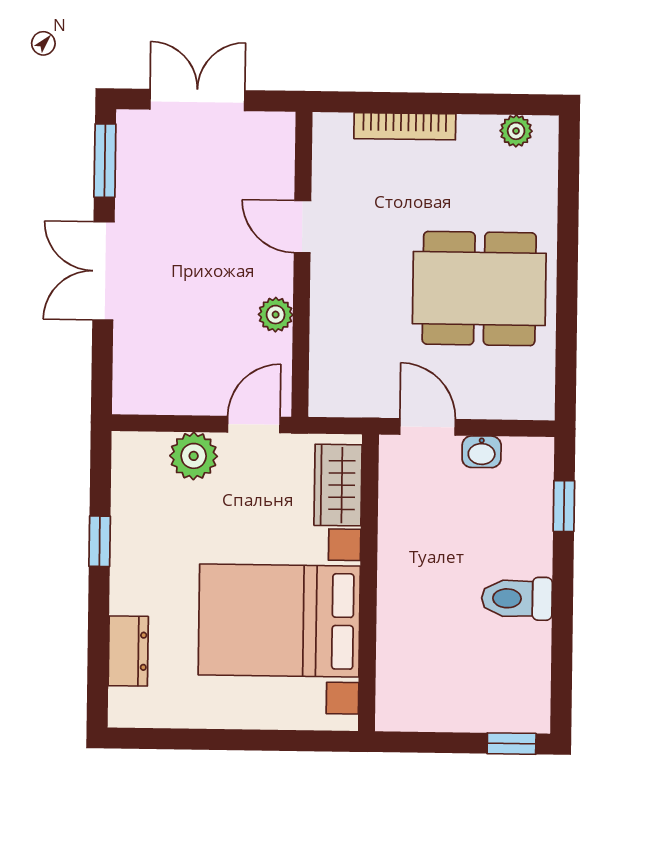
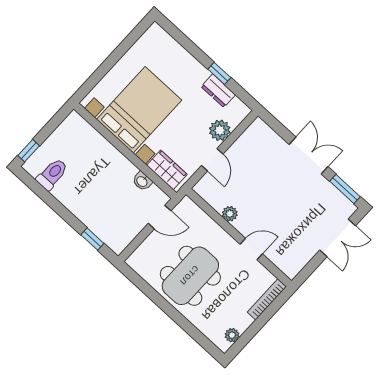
door: (302, 227) -> (251, 249), moved
wall: (302, 264) -> (239, 238), moved
plant: (276, 315) -> (230, 214), moved
washbasin: (482, 452) -> (142, 181), moved, turned -90
toilet: (517, 598) -> (52, 174), moved
dresser: (128, 651) -> (218, 91), moved

